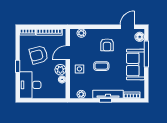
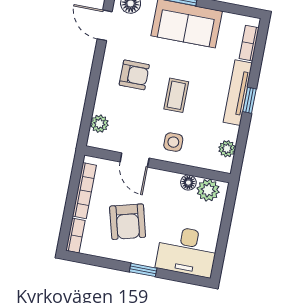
plant: (60, 70) -> (208, 190), moved

